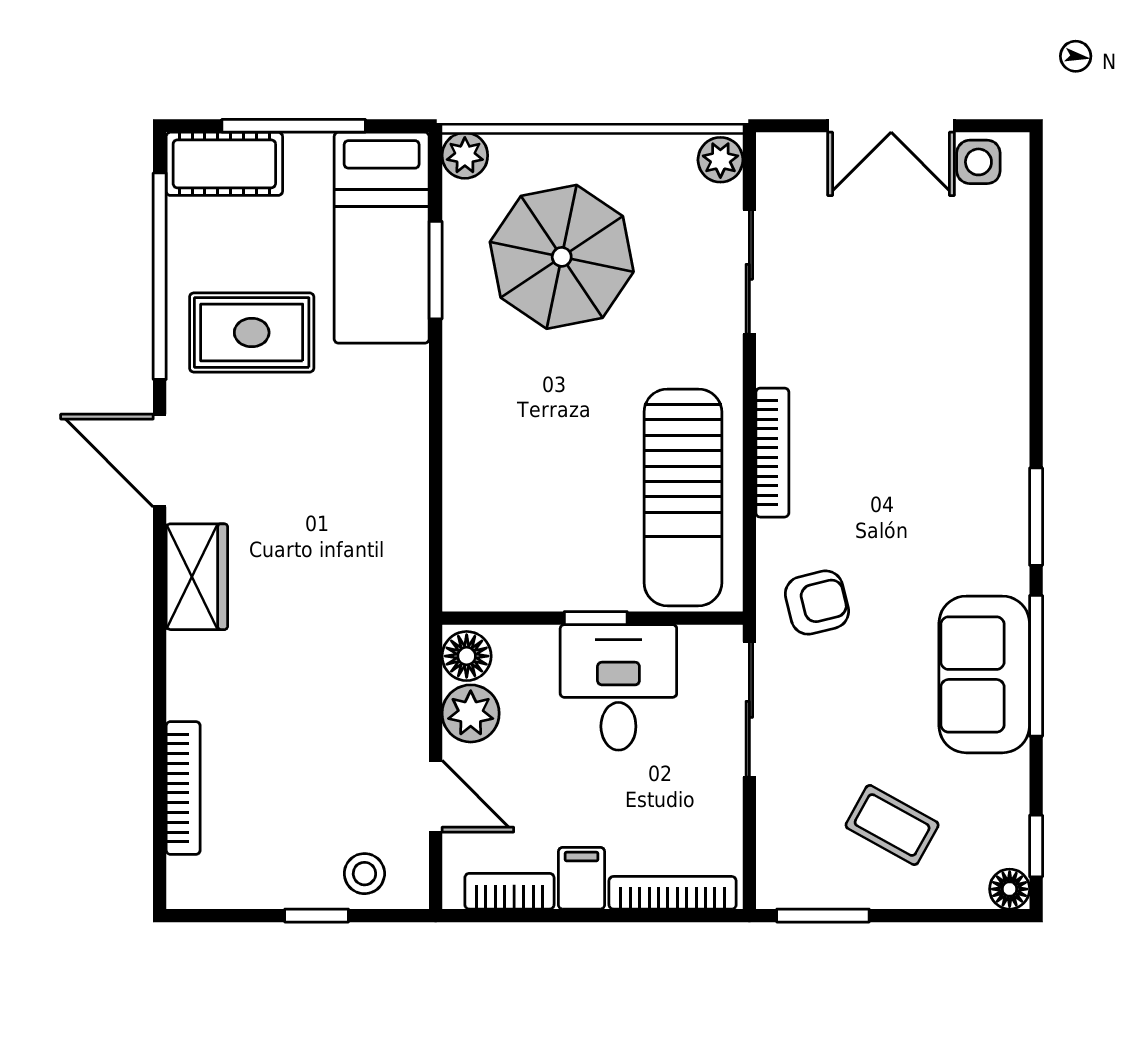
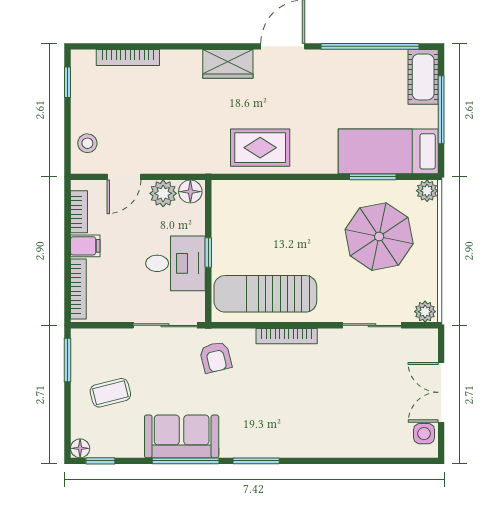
rug: (252, 333) -> (260, 148), moved, turned 90
coffee table: (892, 825) -> (110, 393), turned 47
window: (317, 916) -> (68, 82), moved

